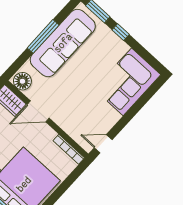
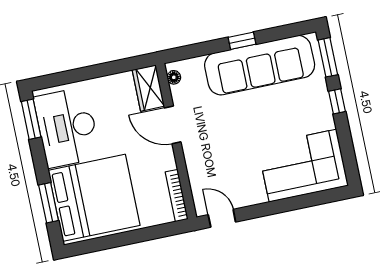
window: (43, 36) -> (242, 41), width x0.46
floor lamp: (22, 81) -> (174, 77), width x0.53, depth x0.53

